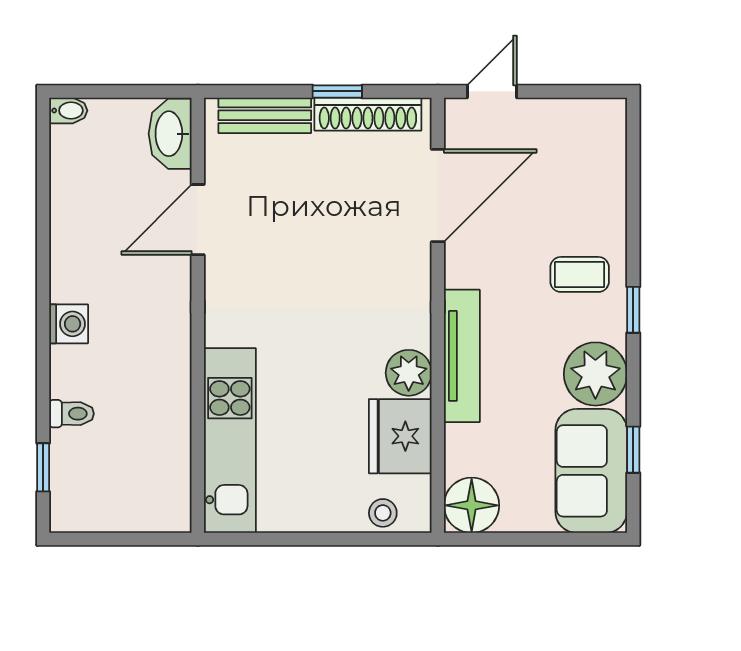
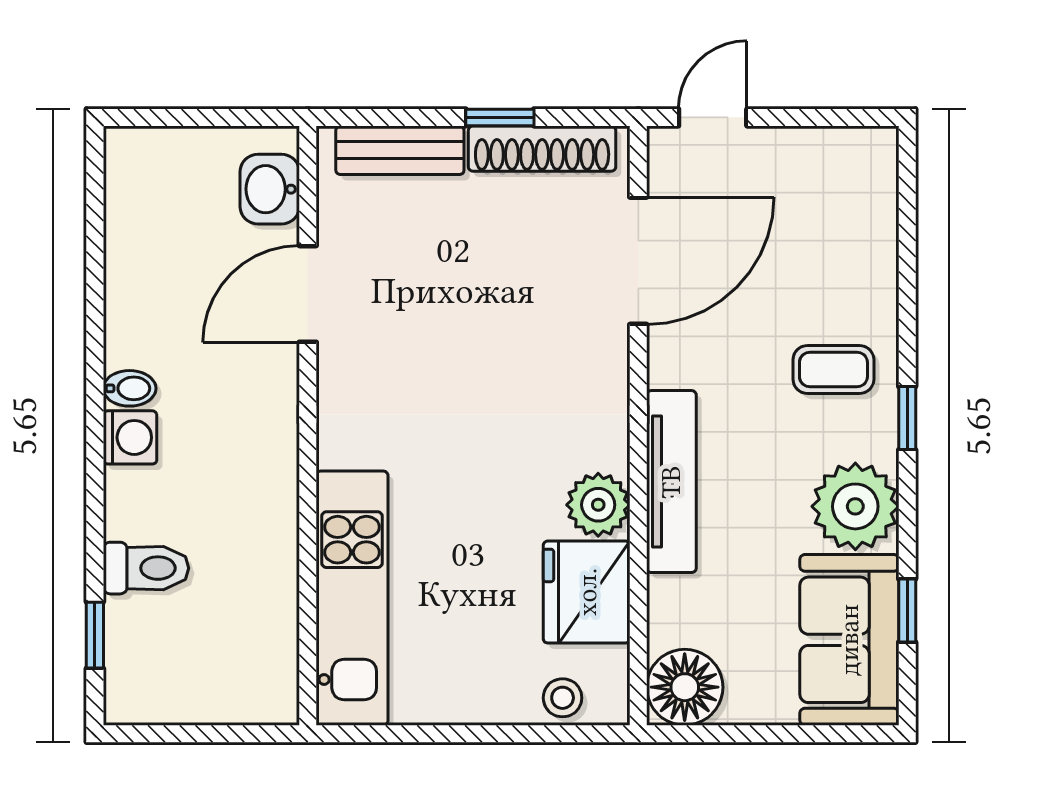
bidet: (68, 111) -> (130, 388), moved
washbasin: (170, 134) -> (270, 189), width x0.72
toilet: (72, 414) -> (146, 568), width x1.37, depth x1.39

